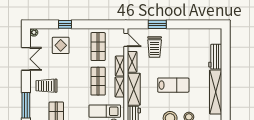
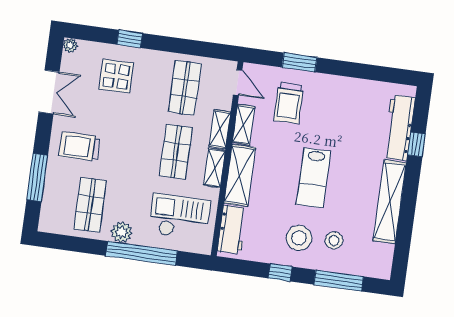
workbench: (215, 57) -> (399, 128), width x1.38
window: (226, 60) -> (416, 144), added
lab bench: (173, 85) -> (313, 178), turned 90

